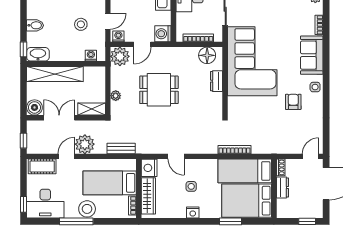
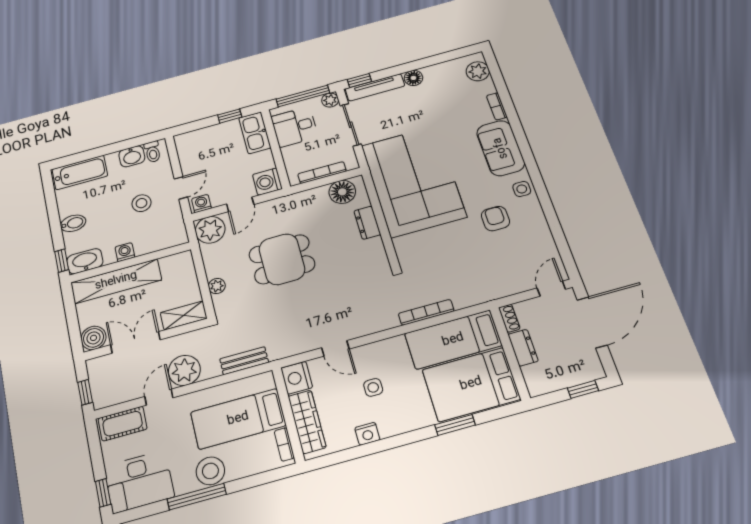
washing machine: (91, 56) -> (125, 252), moved
nightstand: (193, 213) -> (367, 434), moved

